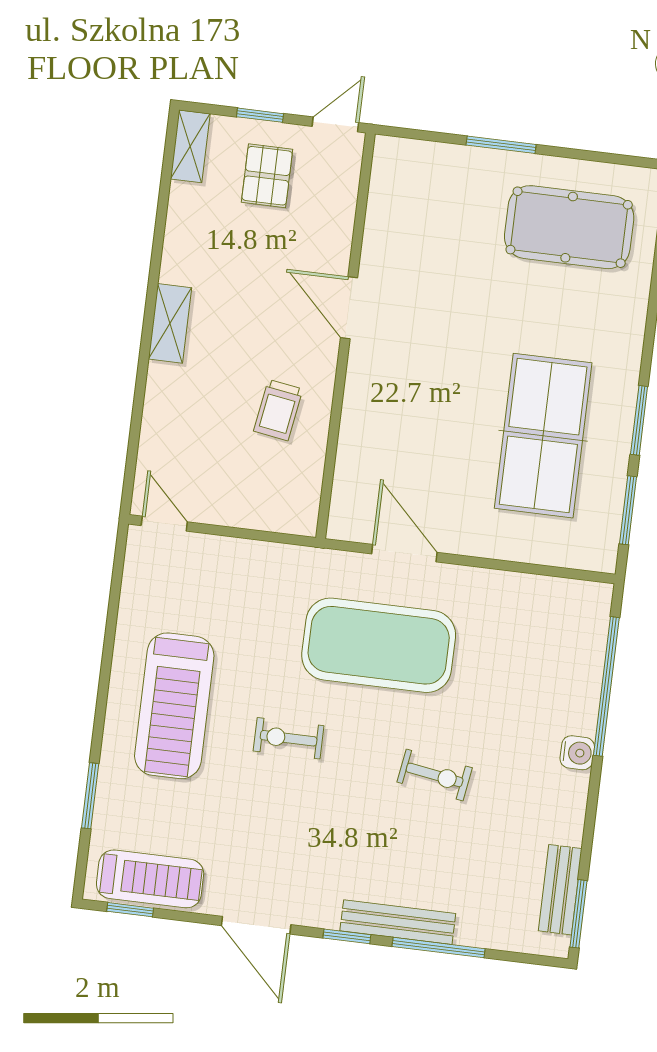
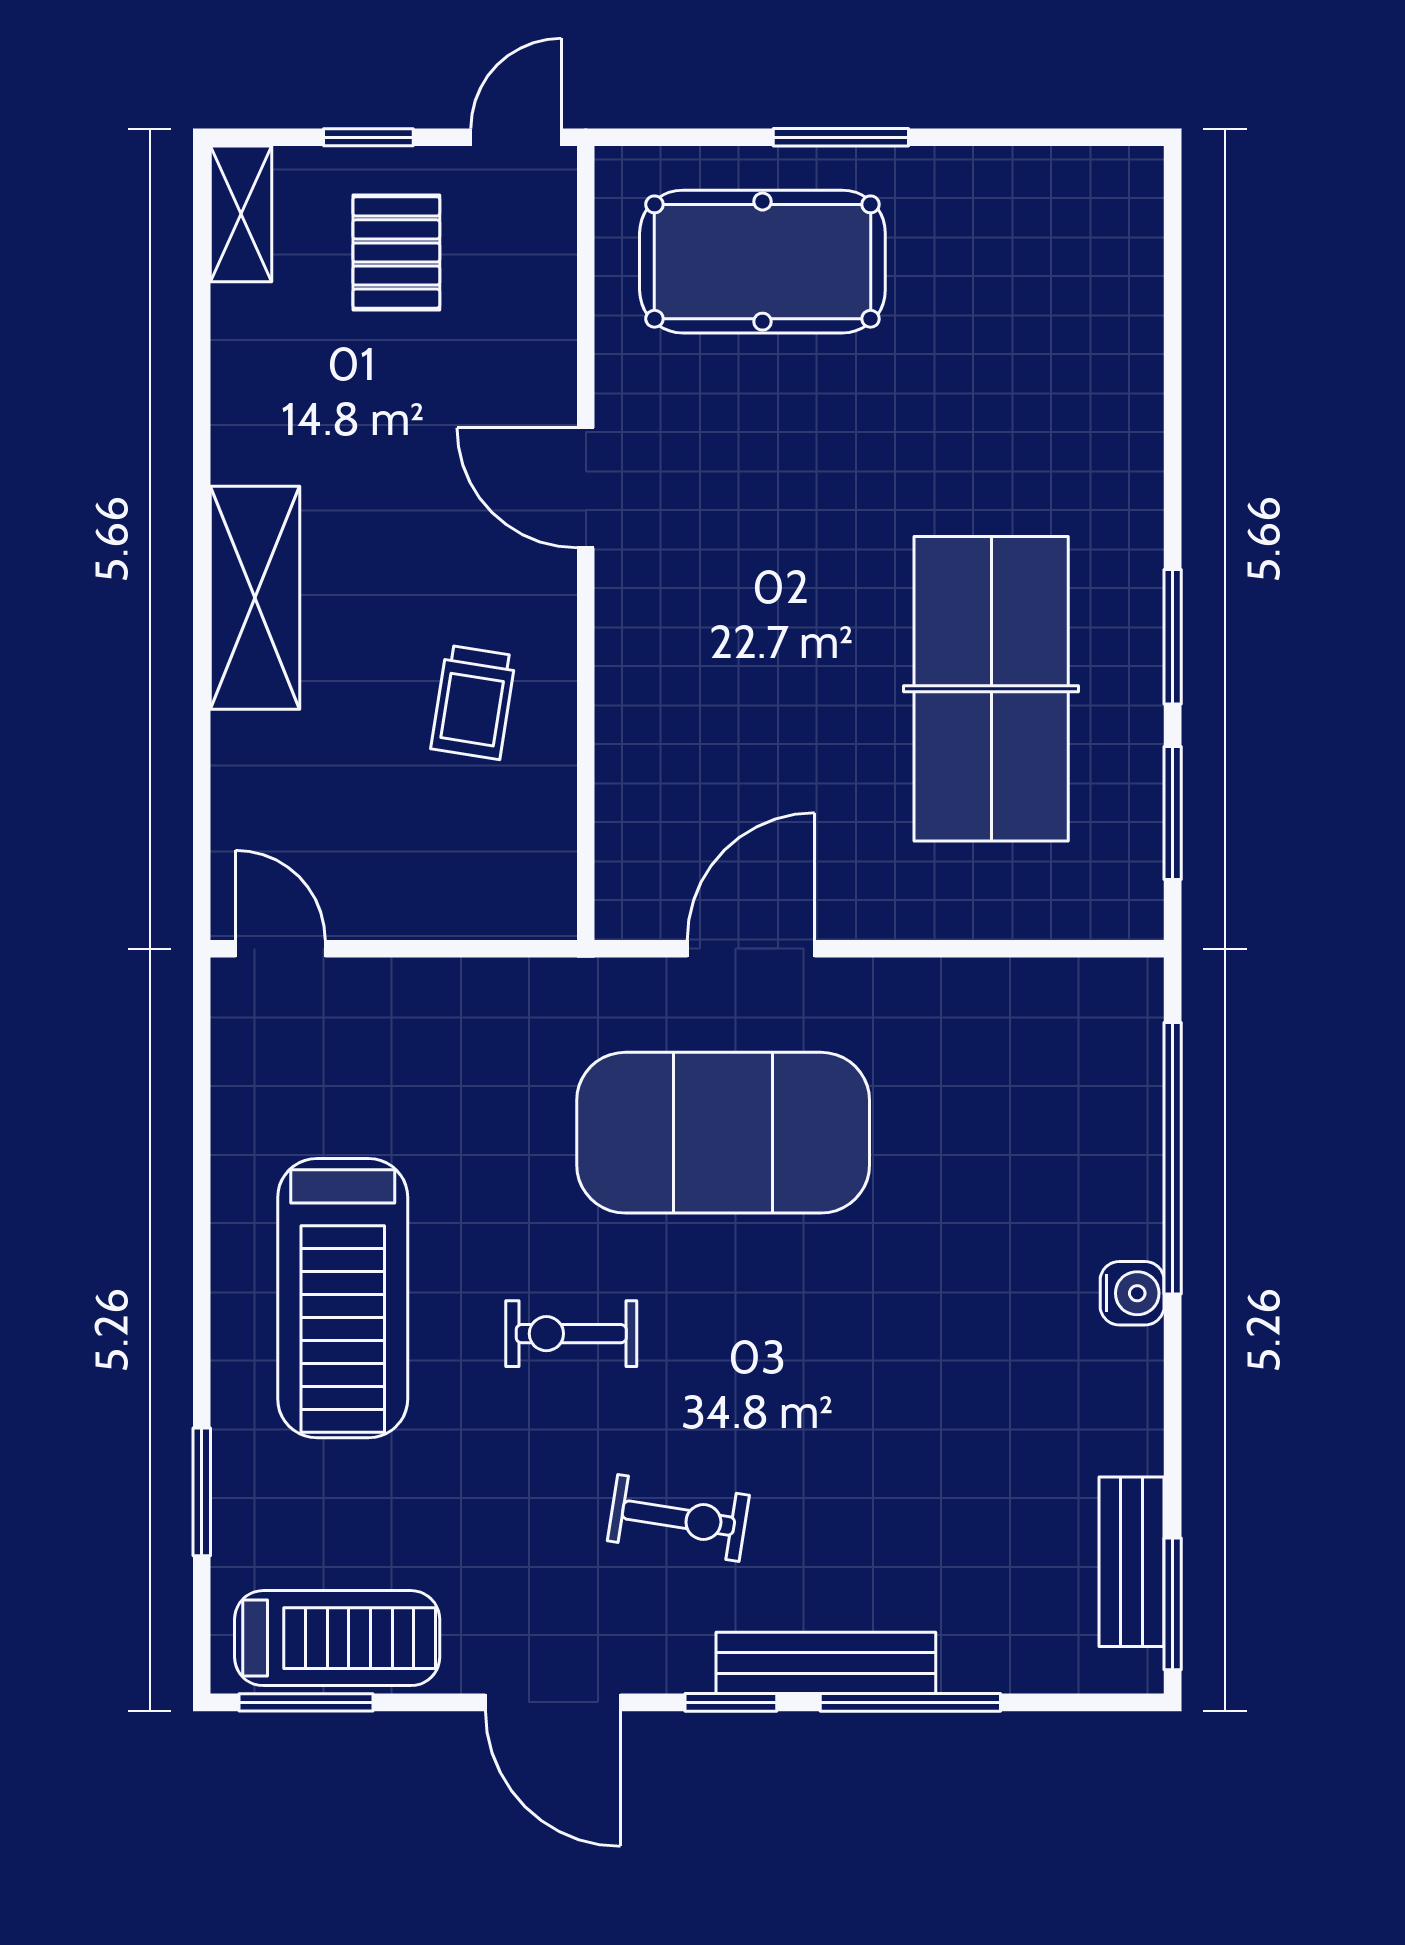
pool table: (569, 227) -> (762, 262), moved
shelving: (170, 323) -> (255, 598), width x1.50, depth x1.33
door: (404, 553) -> (751, 949), hinge flipped
exercise bike: (435, 775) -> (678, 1518), moved
window: (130, 910) -> (306, 1702), width x1.50

